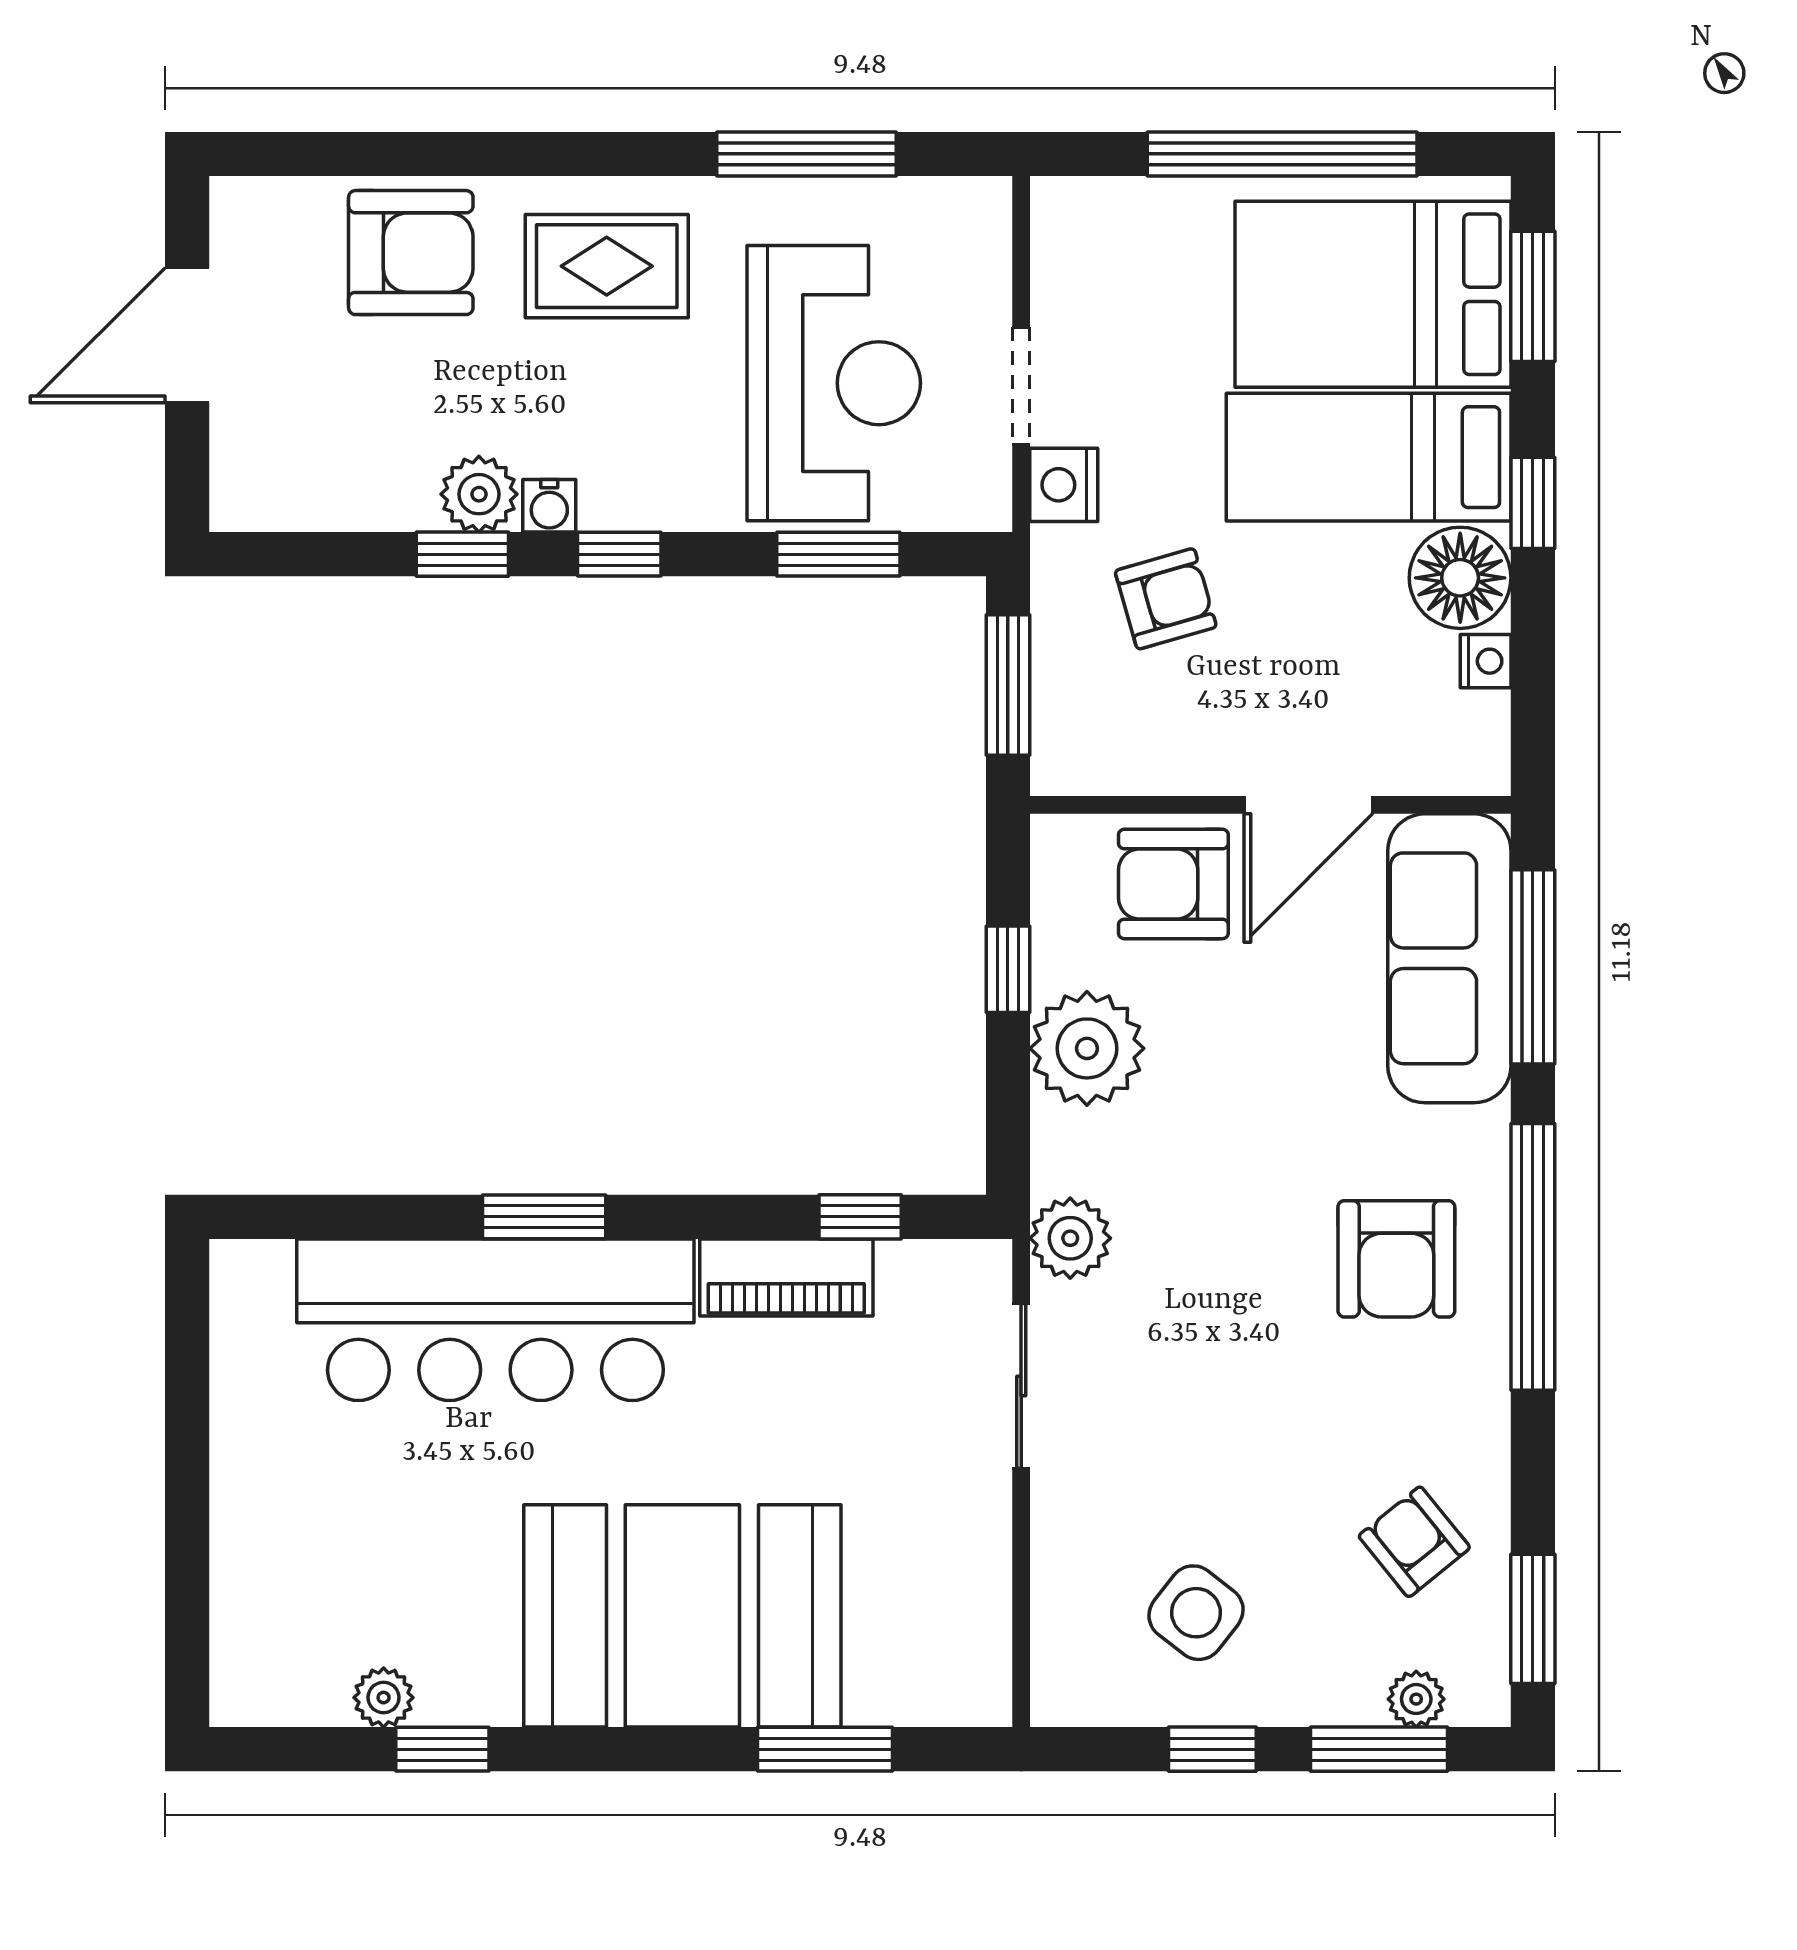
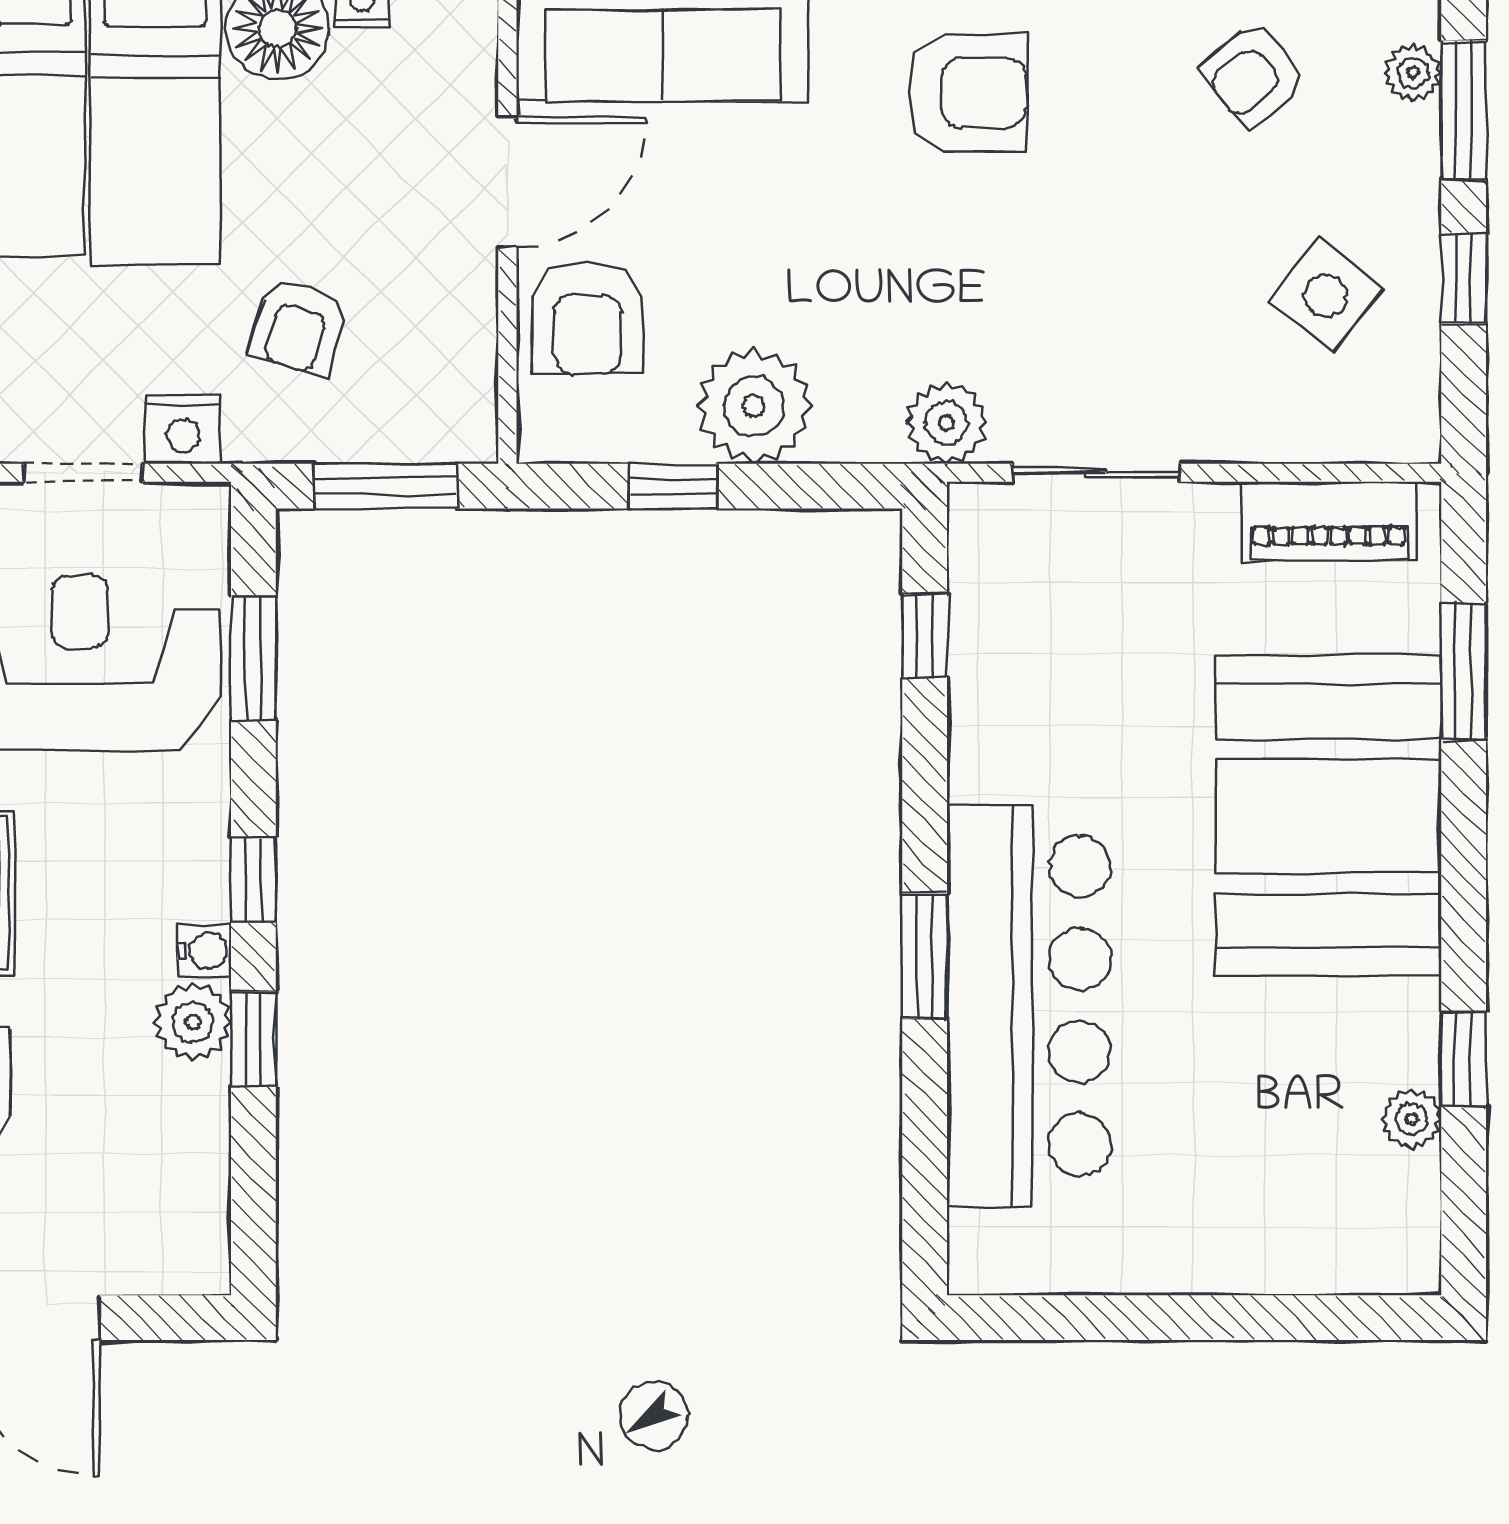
armchair: (1166, 599) -> (299, 326), turned -147
door: (1308, 805) -> (507, 182), hinge flipped
piano: (786, 1278) -> (1329, 521), moved, turned 90

